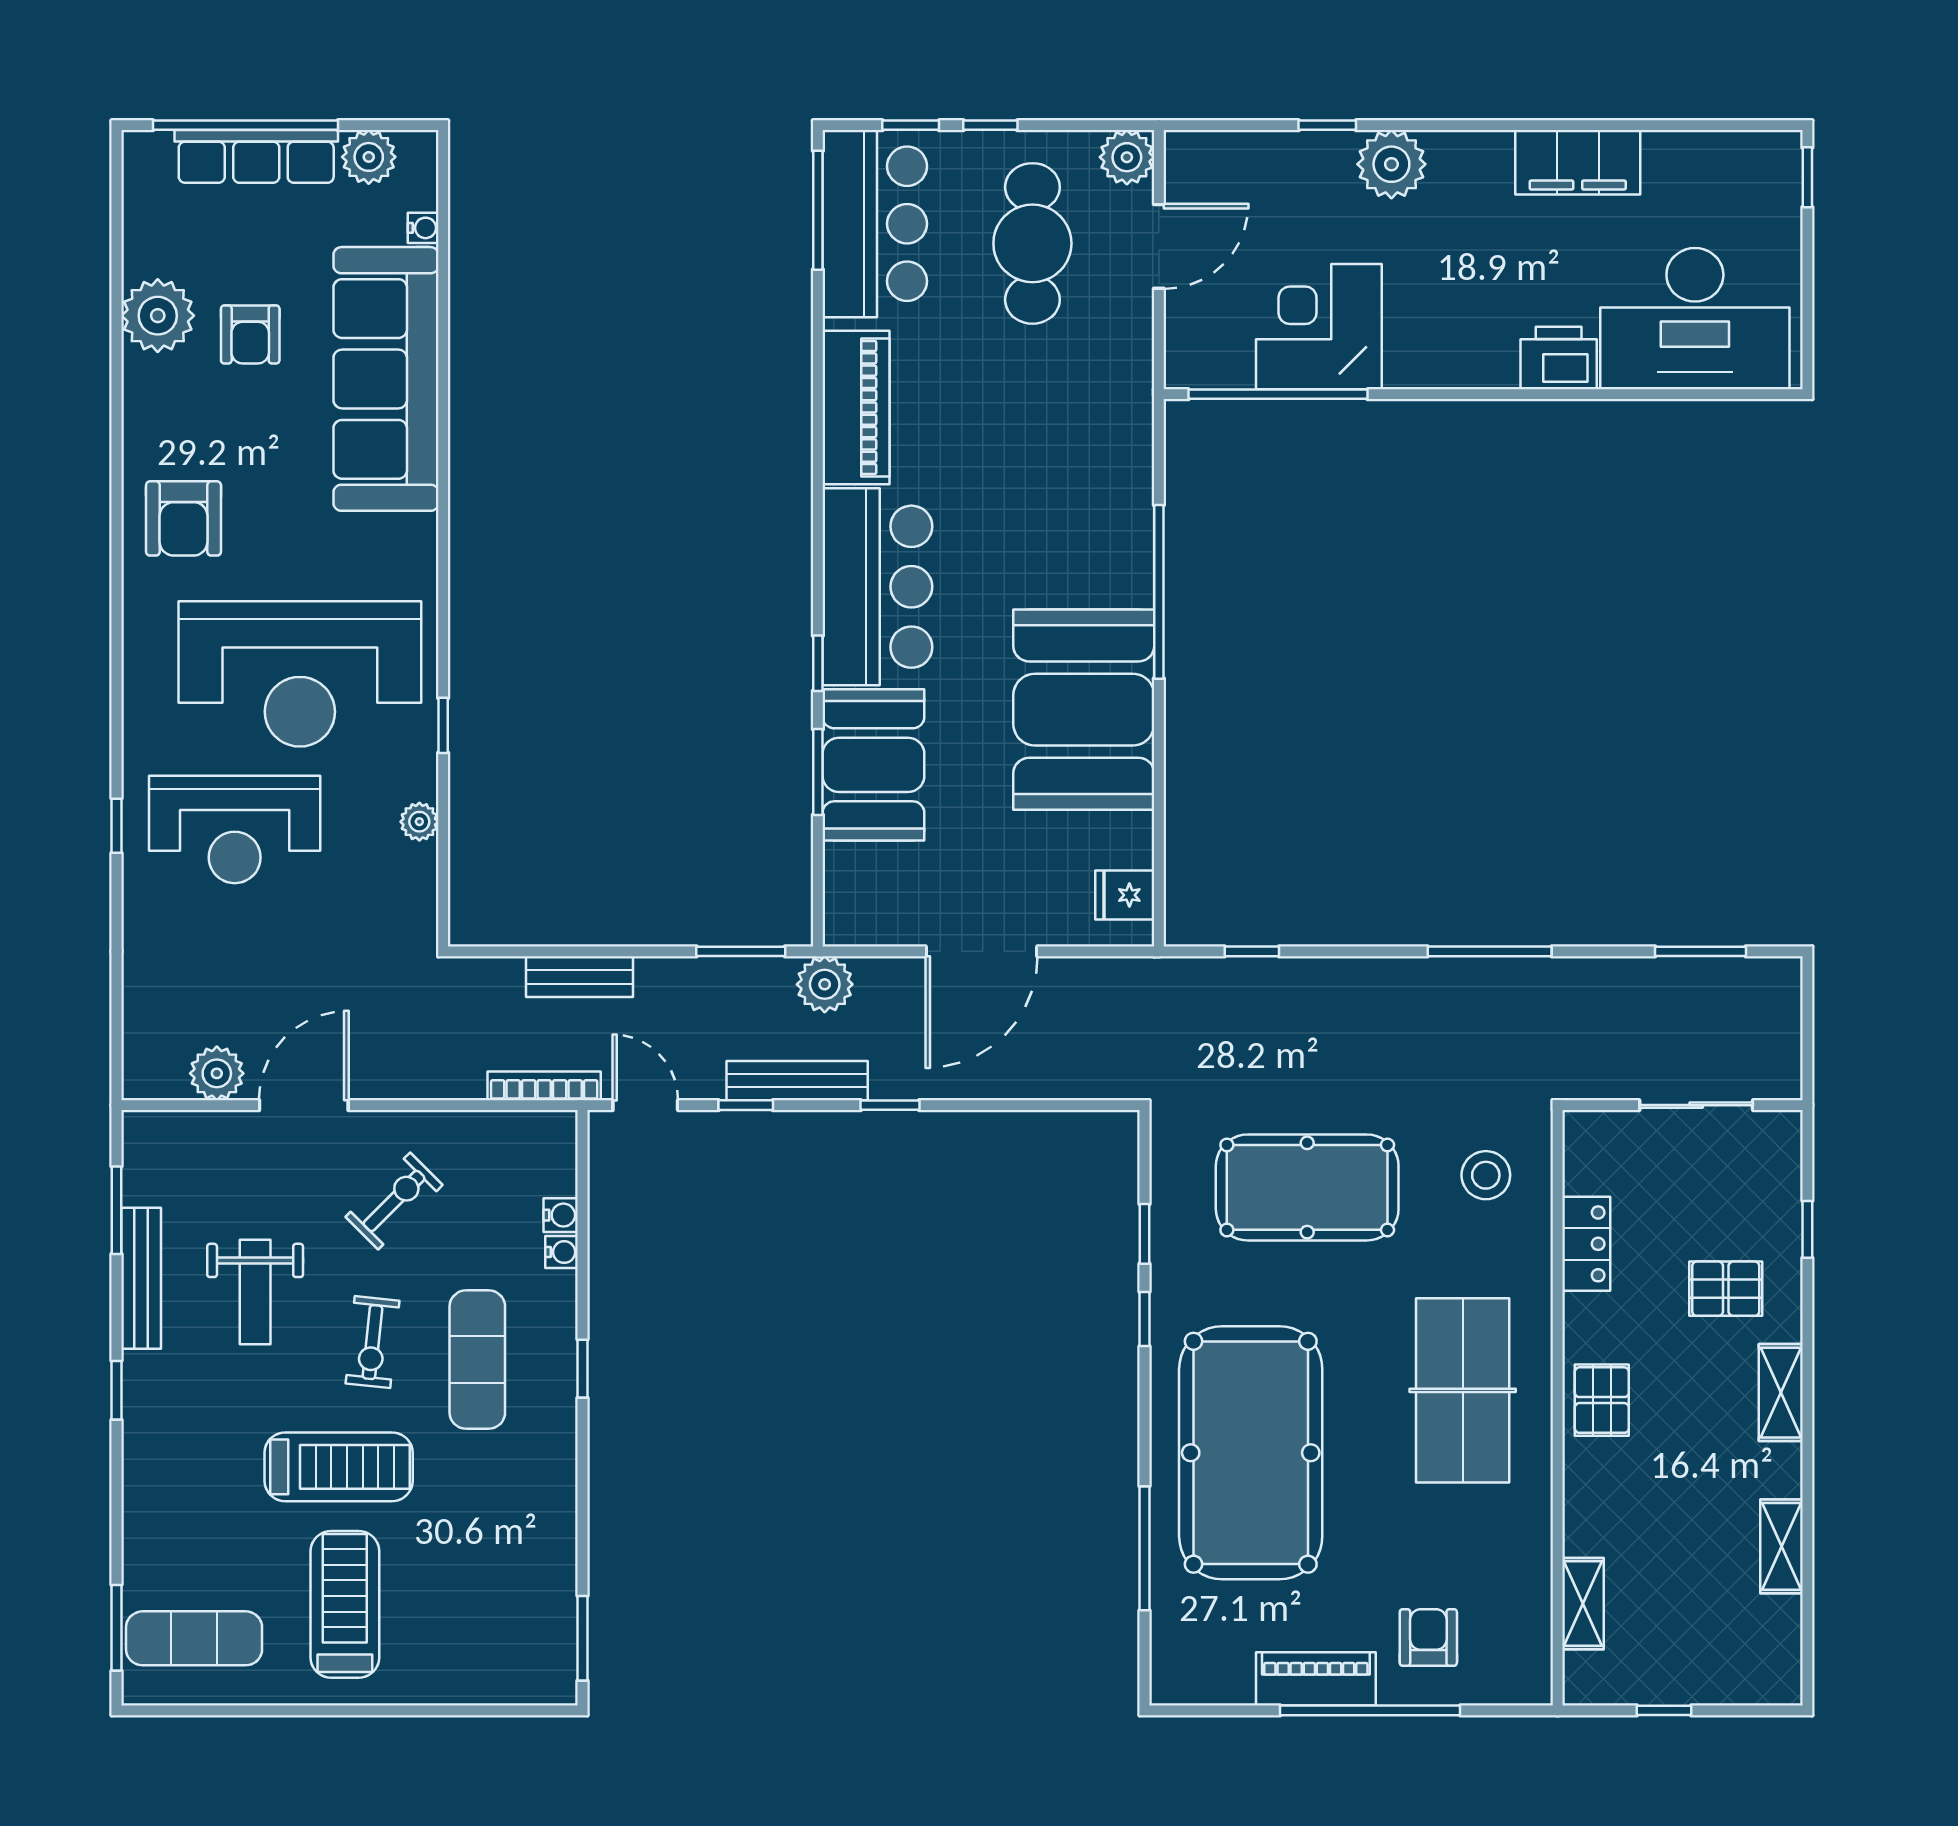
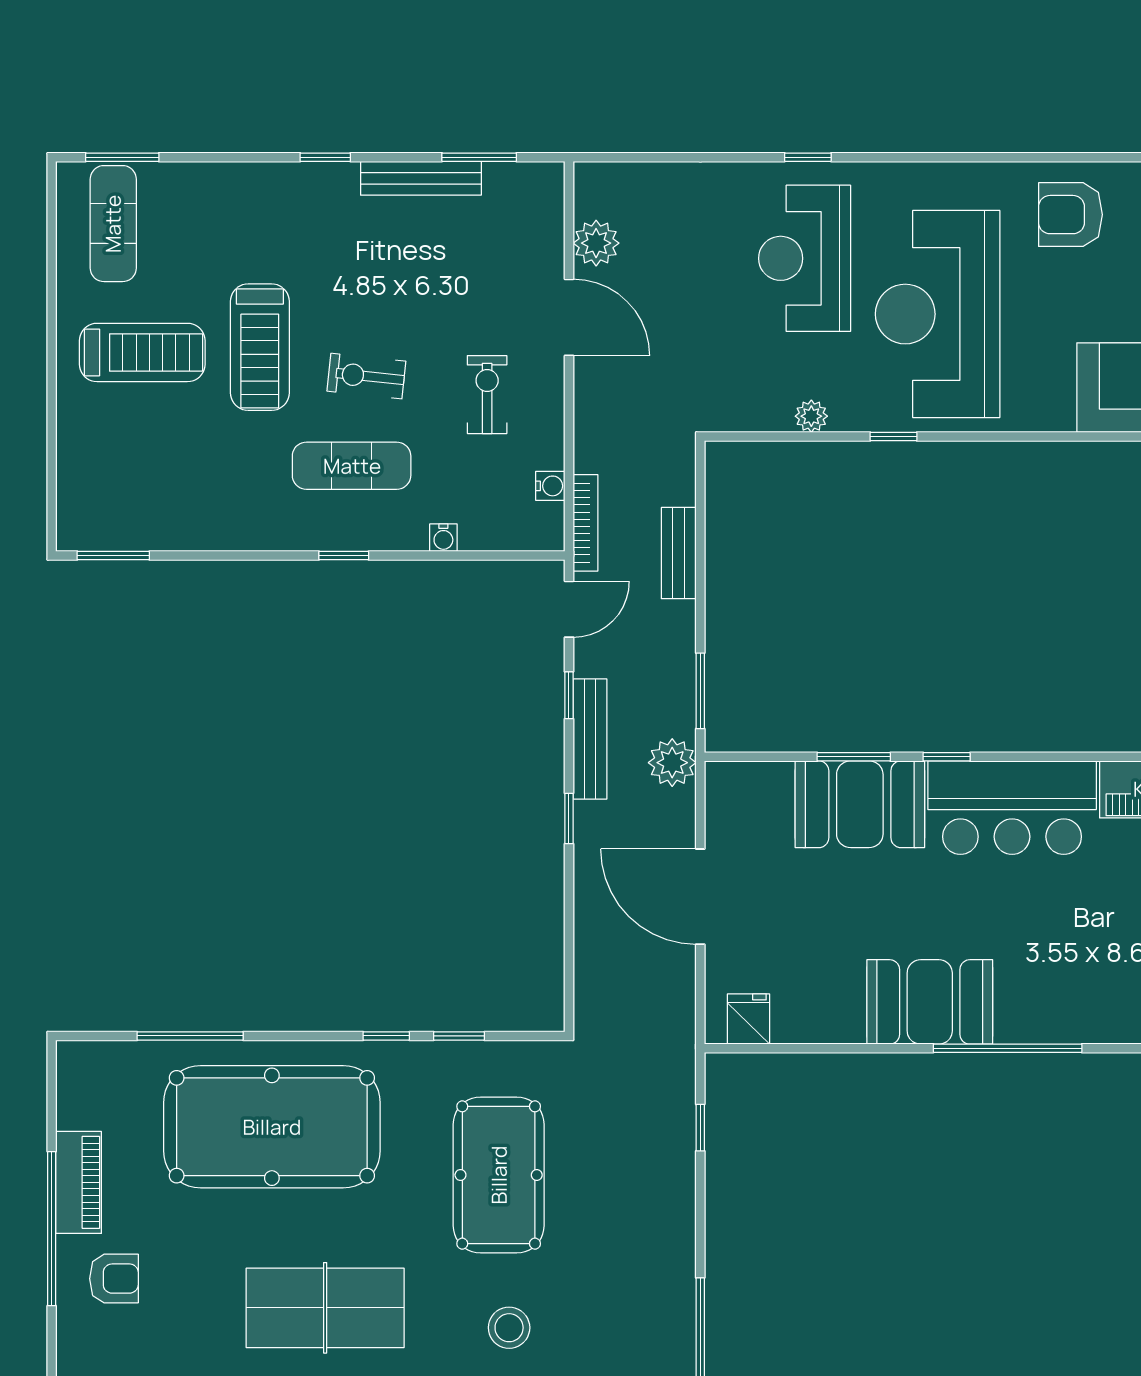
booth: (1084, 710) -> (930, 1002), width x0.73, depth x0.70
exercise bike: (394, 1201) -> (487, 395), turned -135
water cooler: (561, 1215) -> (550, 486), moved, turned -90
weight bench: (255, 1292) -> (409, 276), removed

